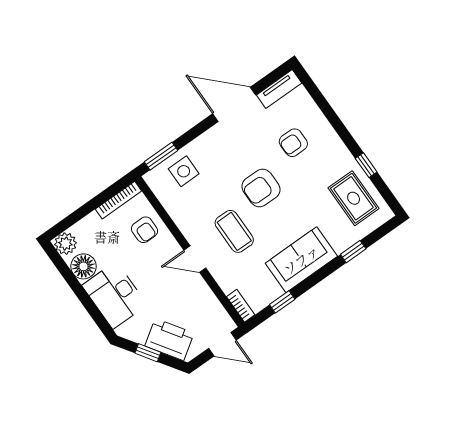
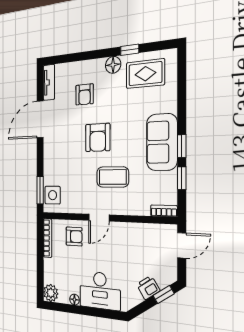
floor lamp: (341, 156) -> (113, 65), added
side table: (184, 171) -> (53, 195), moved
window: (353, 252) -> (182, 146), moved
door: (195, 259) -> (99, 218), moved
floor lamp: (83, 266) -> (74, 300), width x0.53, depth x0.53
printer: (169, 339) -> (148, 288), width x0.53, depth x0.68
window: (148, 353) -> (164, 295), moved

